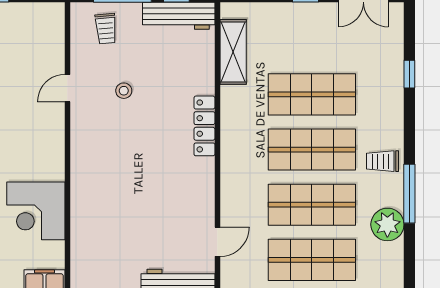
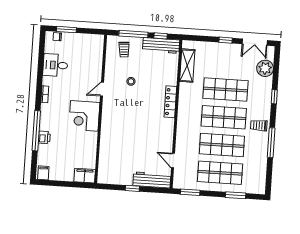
window: (409, 74) -> (274, 97), moved
door: (67, 88) -> (102, 89), moved
corner desk: (36, 211) -> (84, 116), moved
plant: (387, 224) -> (265, 68), moved
door: (217, 242) -> (173, 161), swing flipped

